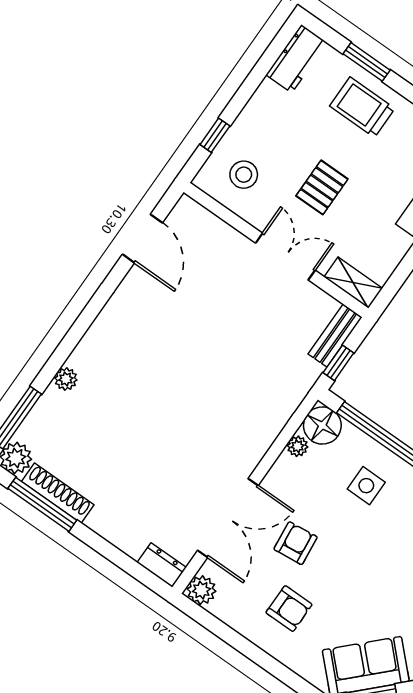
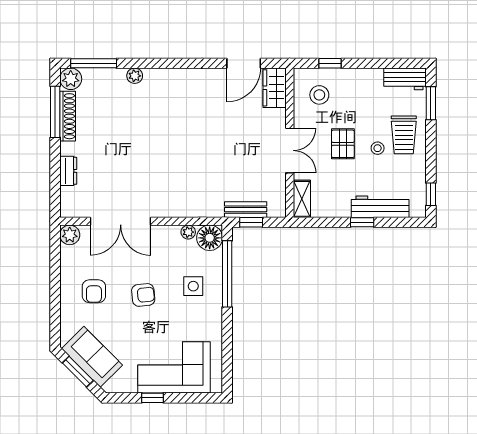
window: (367, 62) -> (431, 103), moved
trolley: (362, 107) -> (404, 135), turned 180
stool: (356, 150) -> (378, 148), added
pallet: (322, 187) -> (343, 144), turned 90
wardrobe: (198, 222) -> (275, 88), added
bench: (335, 336) -> (246, 210), moved
armchair: (296, 543) -> (143, 295), moved
dresser: (162, 565) -> (68, 171), moved

